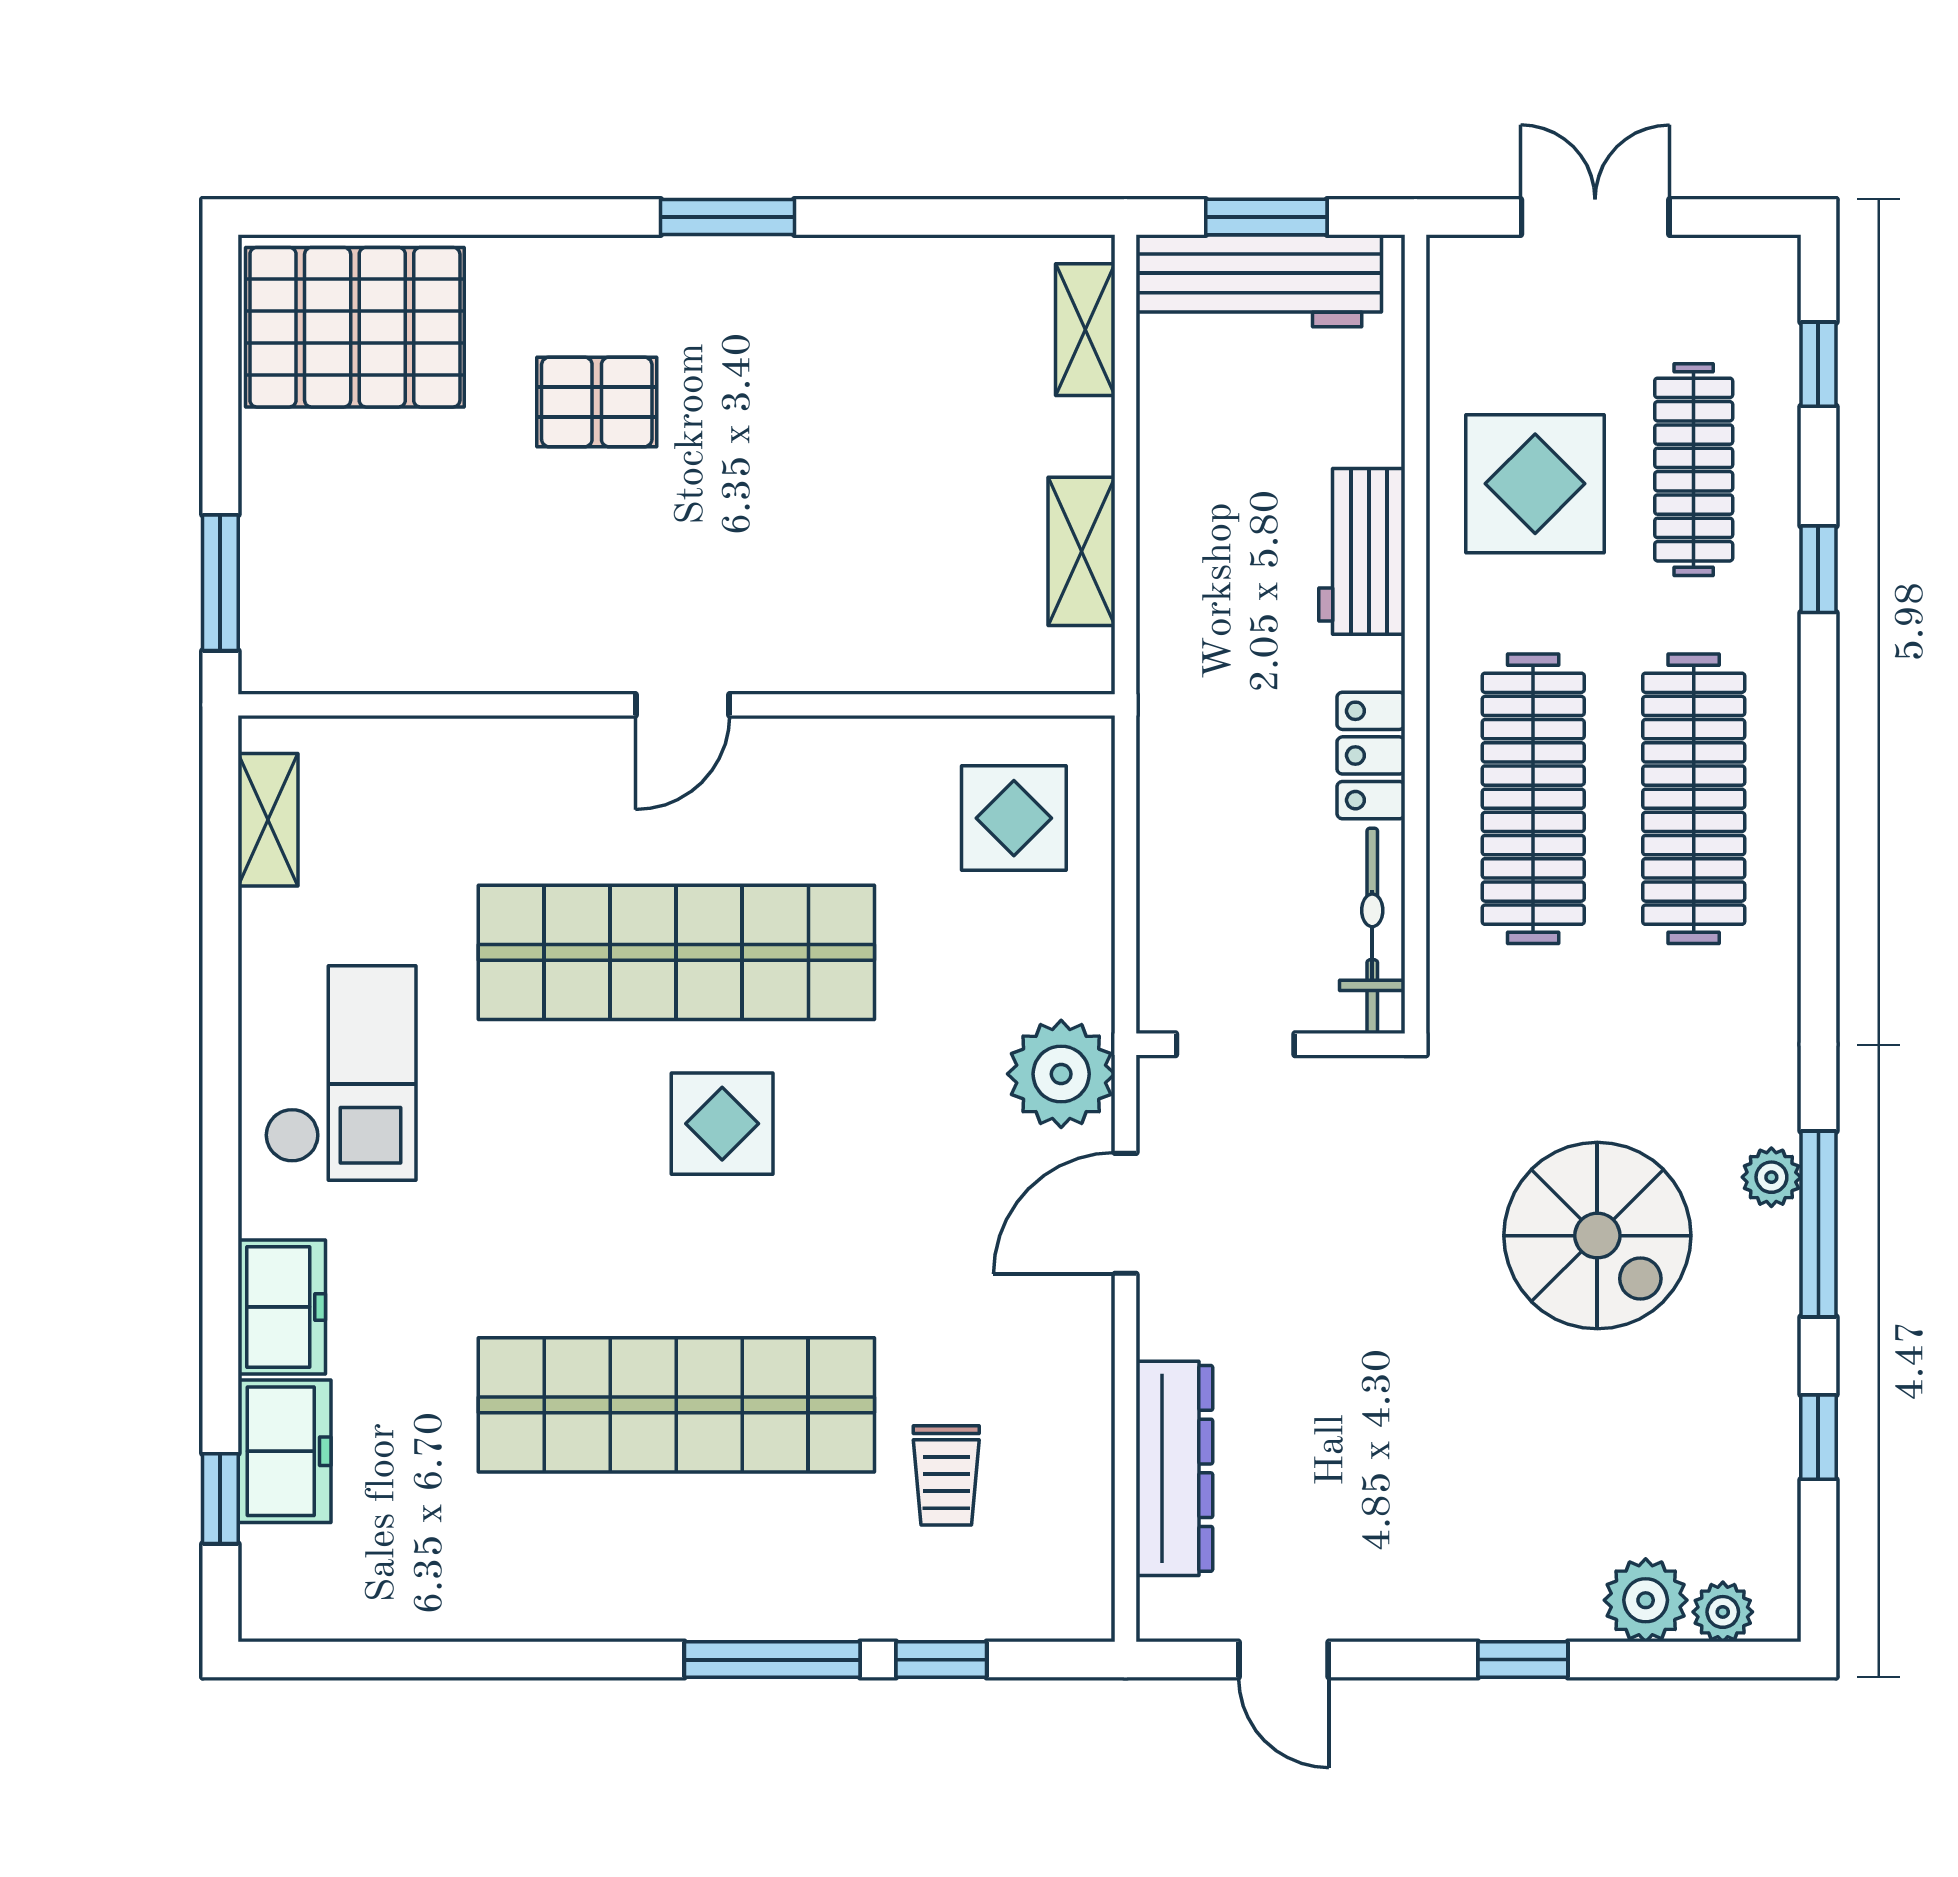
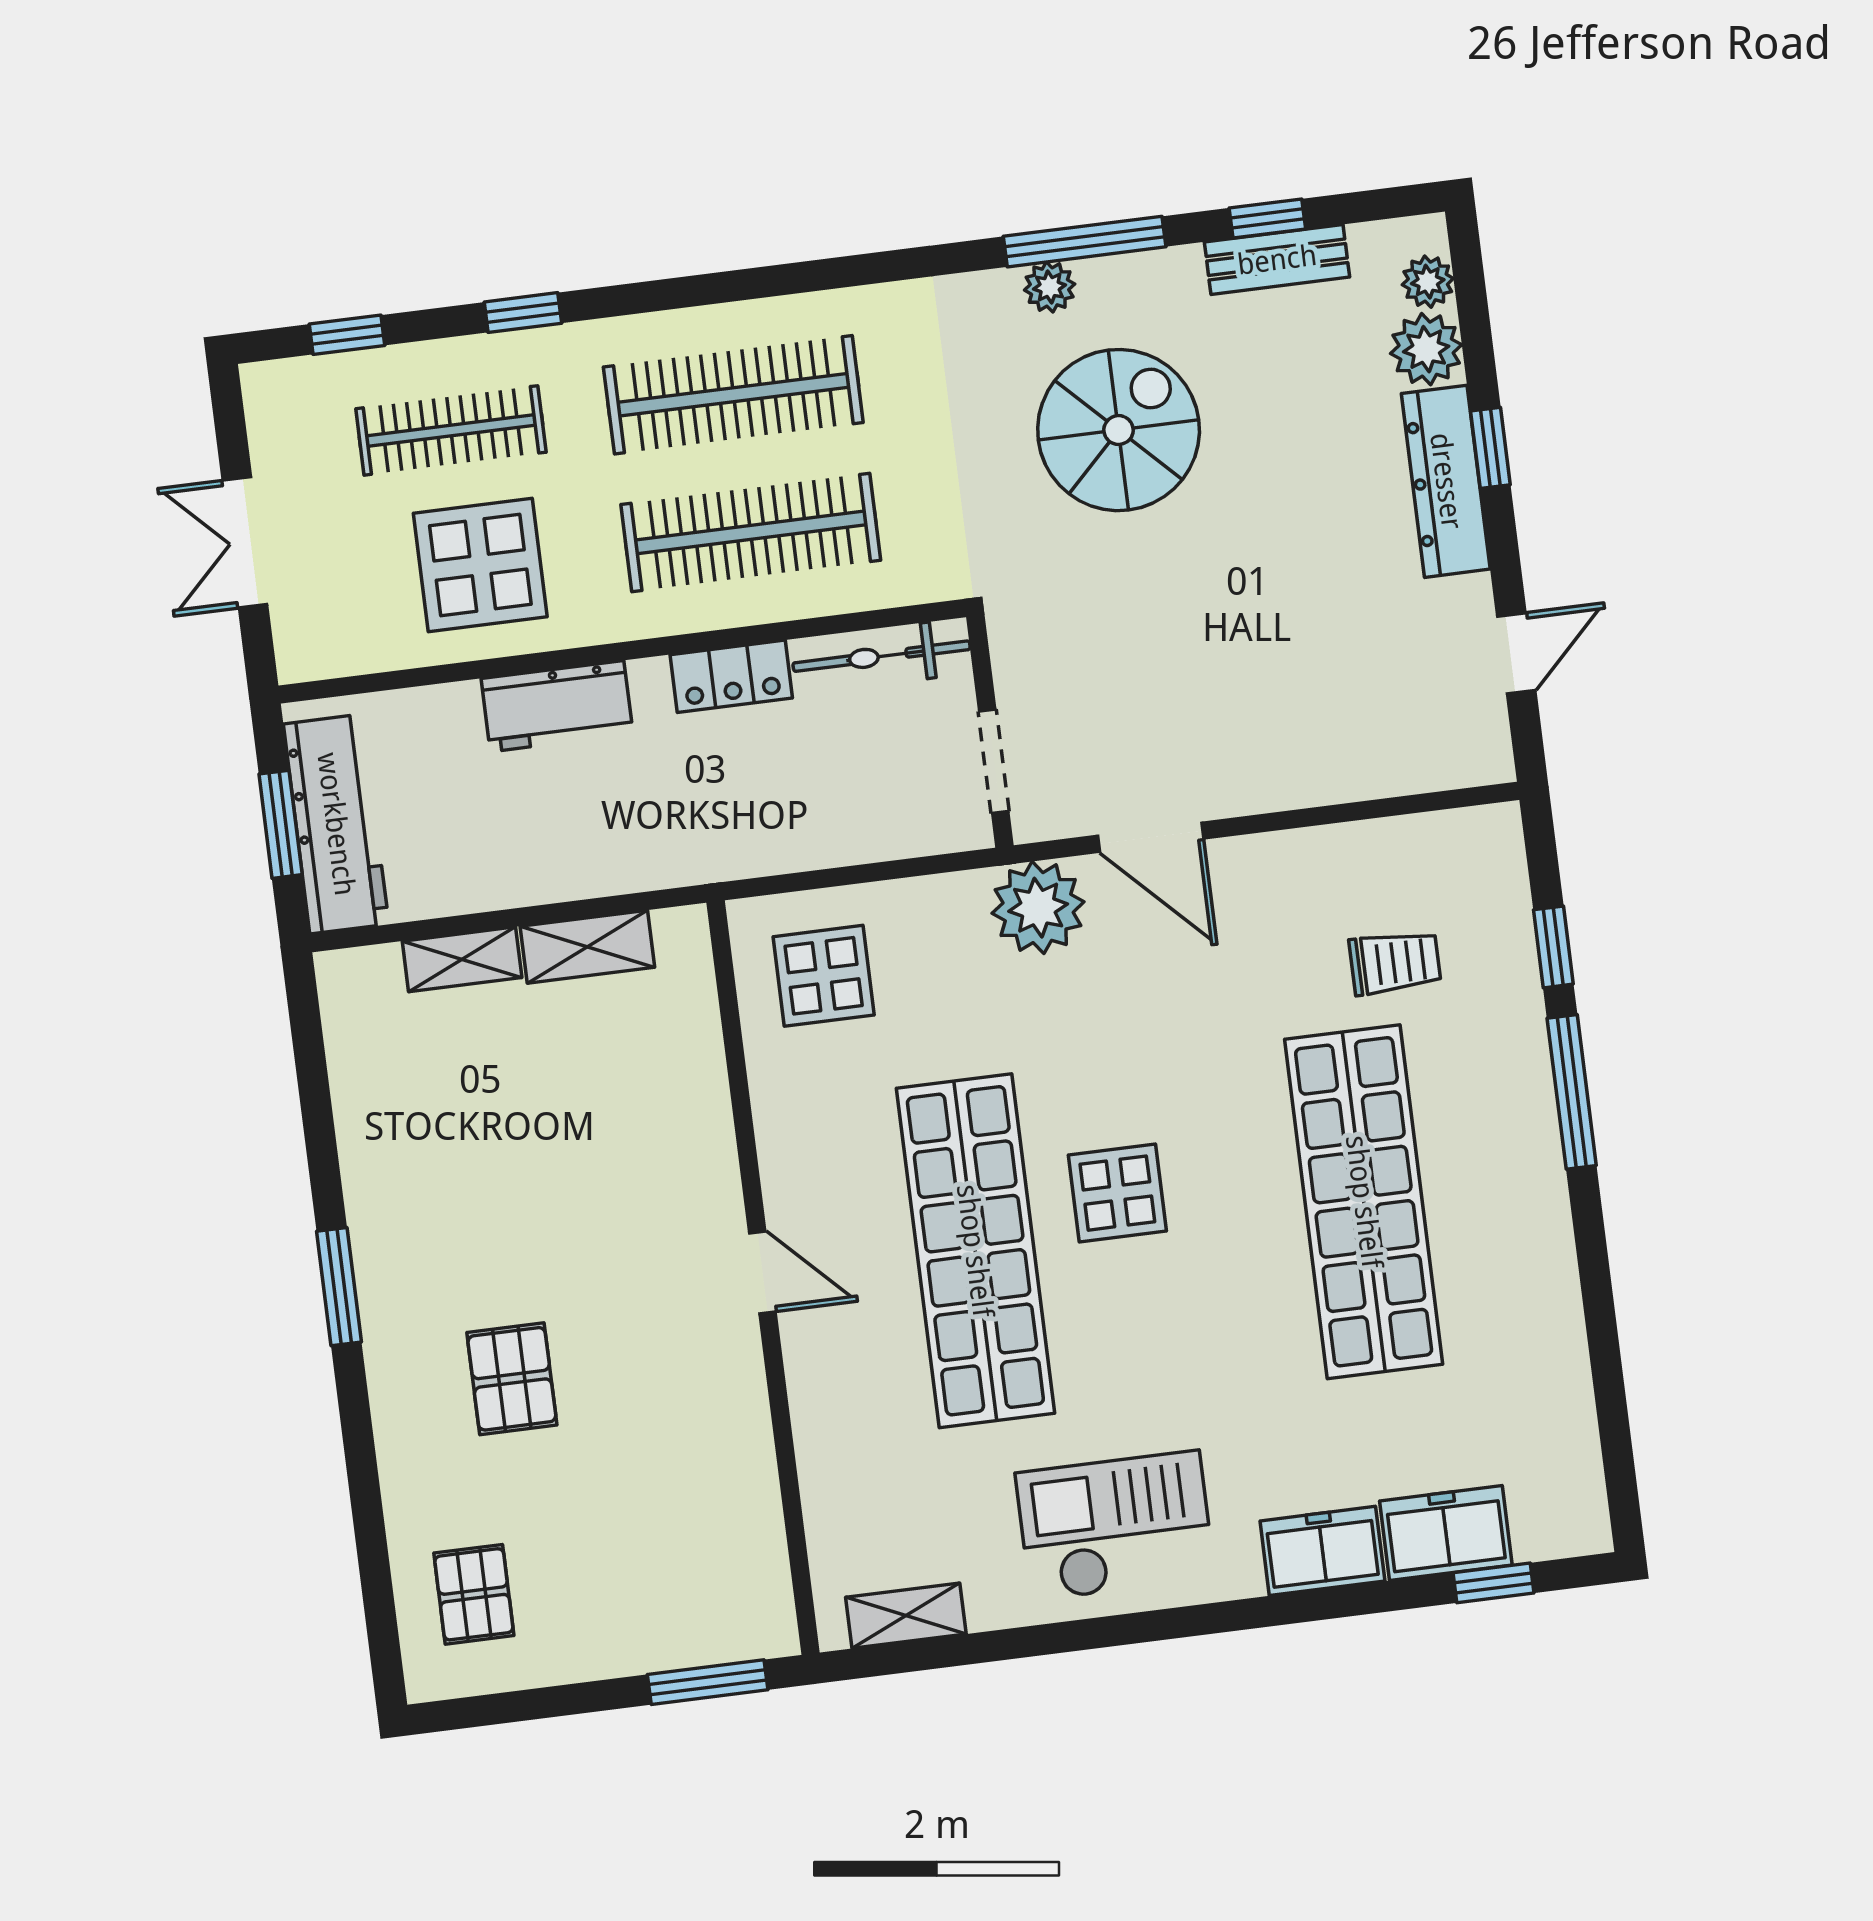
pallet: (355, 327) -> (474, 1594), width x0.49, depth x0.50
shelving: (1085, 330) -> (462, 959), moved
bench: (1770, 1442) -> (1277, 260), added
dresser: (1174, 1468) -> (1446, 481), moved, turned -90

